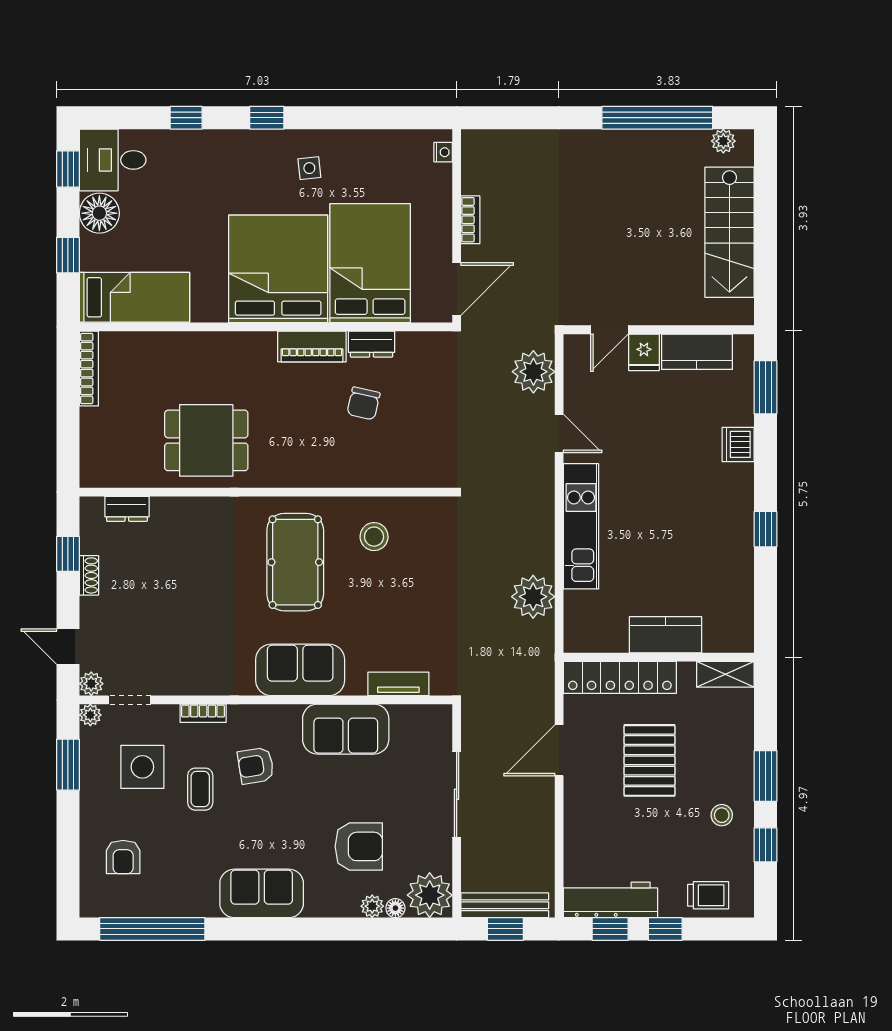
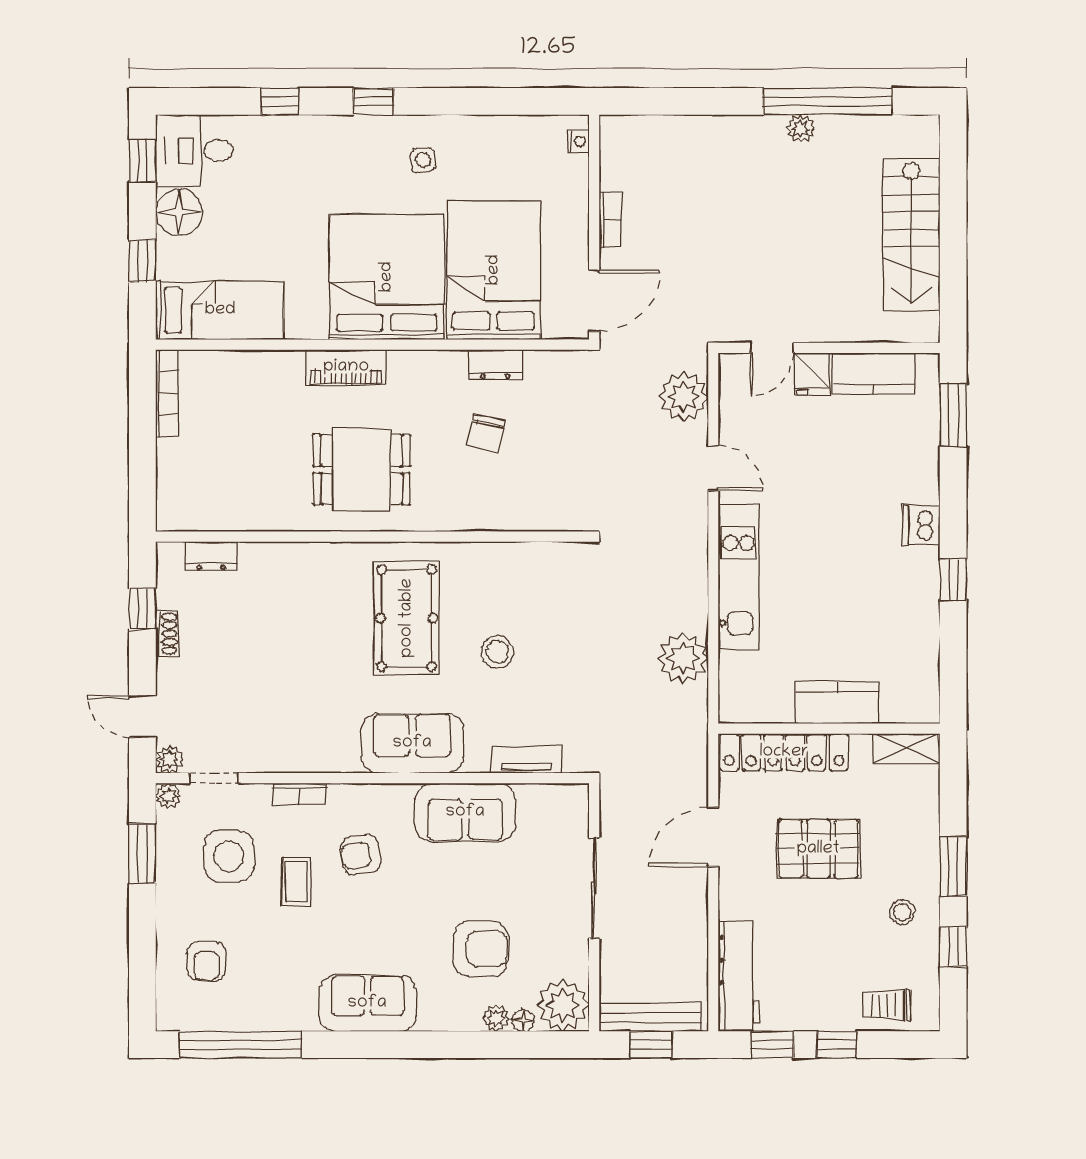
plant: (723, 141) -> (801, 129), moved
piano: (312, 347) -> (346, 367), moved
dining table: (206, 440) -> (362, 470), moved
dishwasher: (738, 444) -> (921, 525), moved
stool: (374, 537) -> (497, 652), moved
pallet: (649, 760) -> (818, 849), turned 90
trolley: (708, 895) -> (887, 1005), turned 180
workbench: (610, 900) -> (739, 977), moved, turned 90

